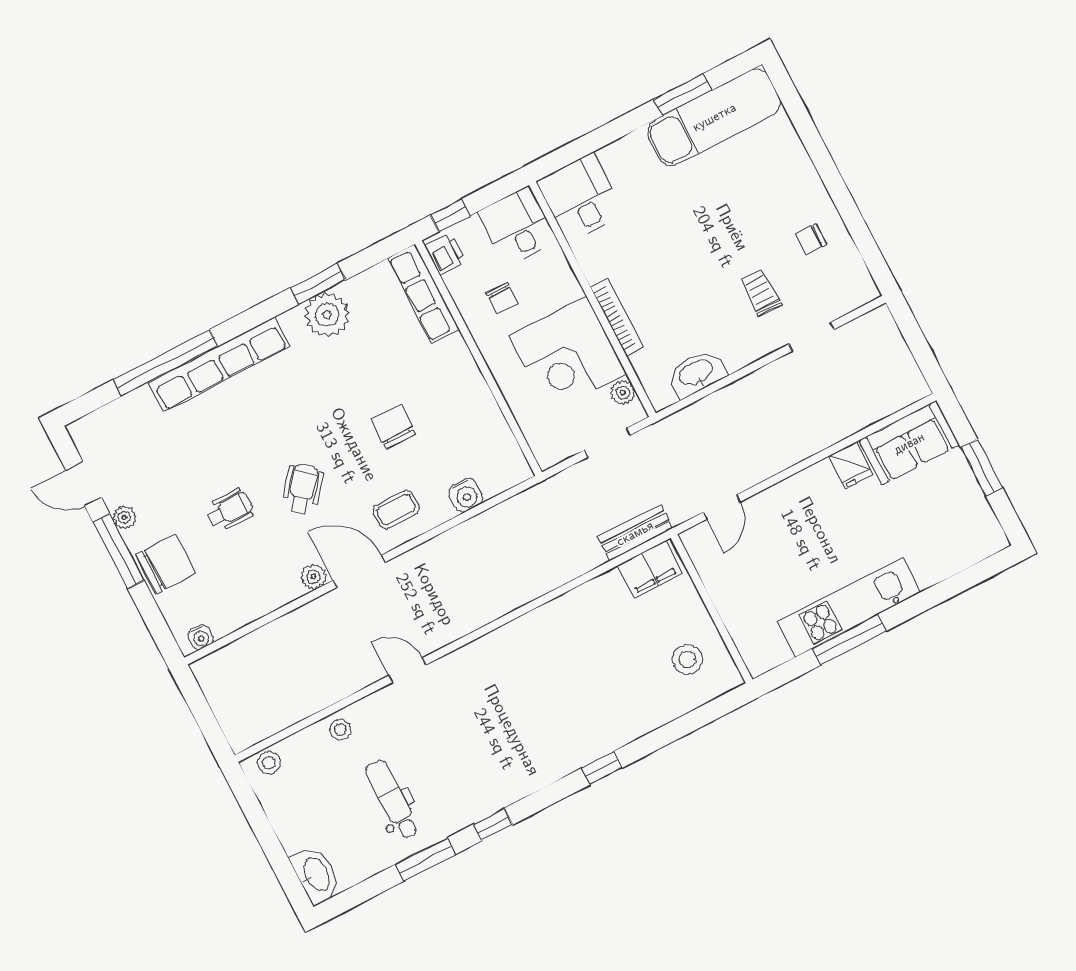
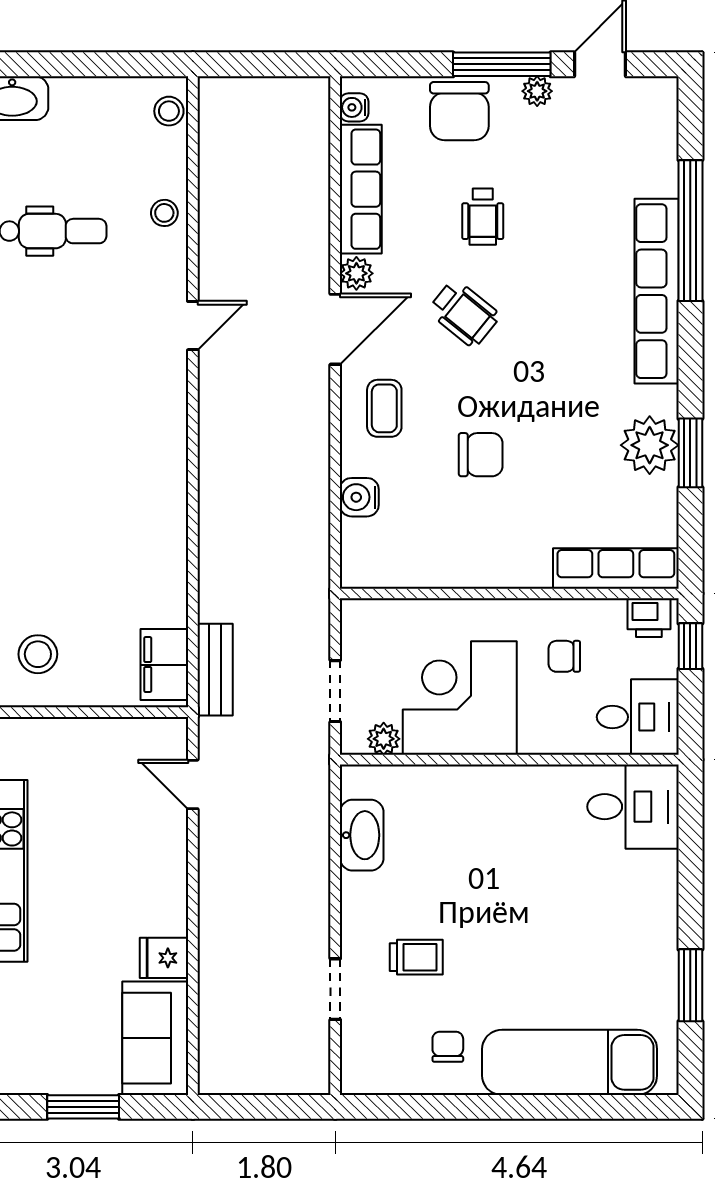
exam couch: (714, 117) -> (570, 1062), moved, turned 90
bookcase: (617, 317) -> (474, 777), removed
row of seats: (254, 603) -> (361, 189), added

